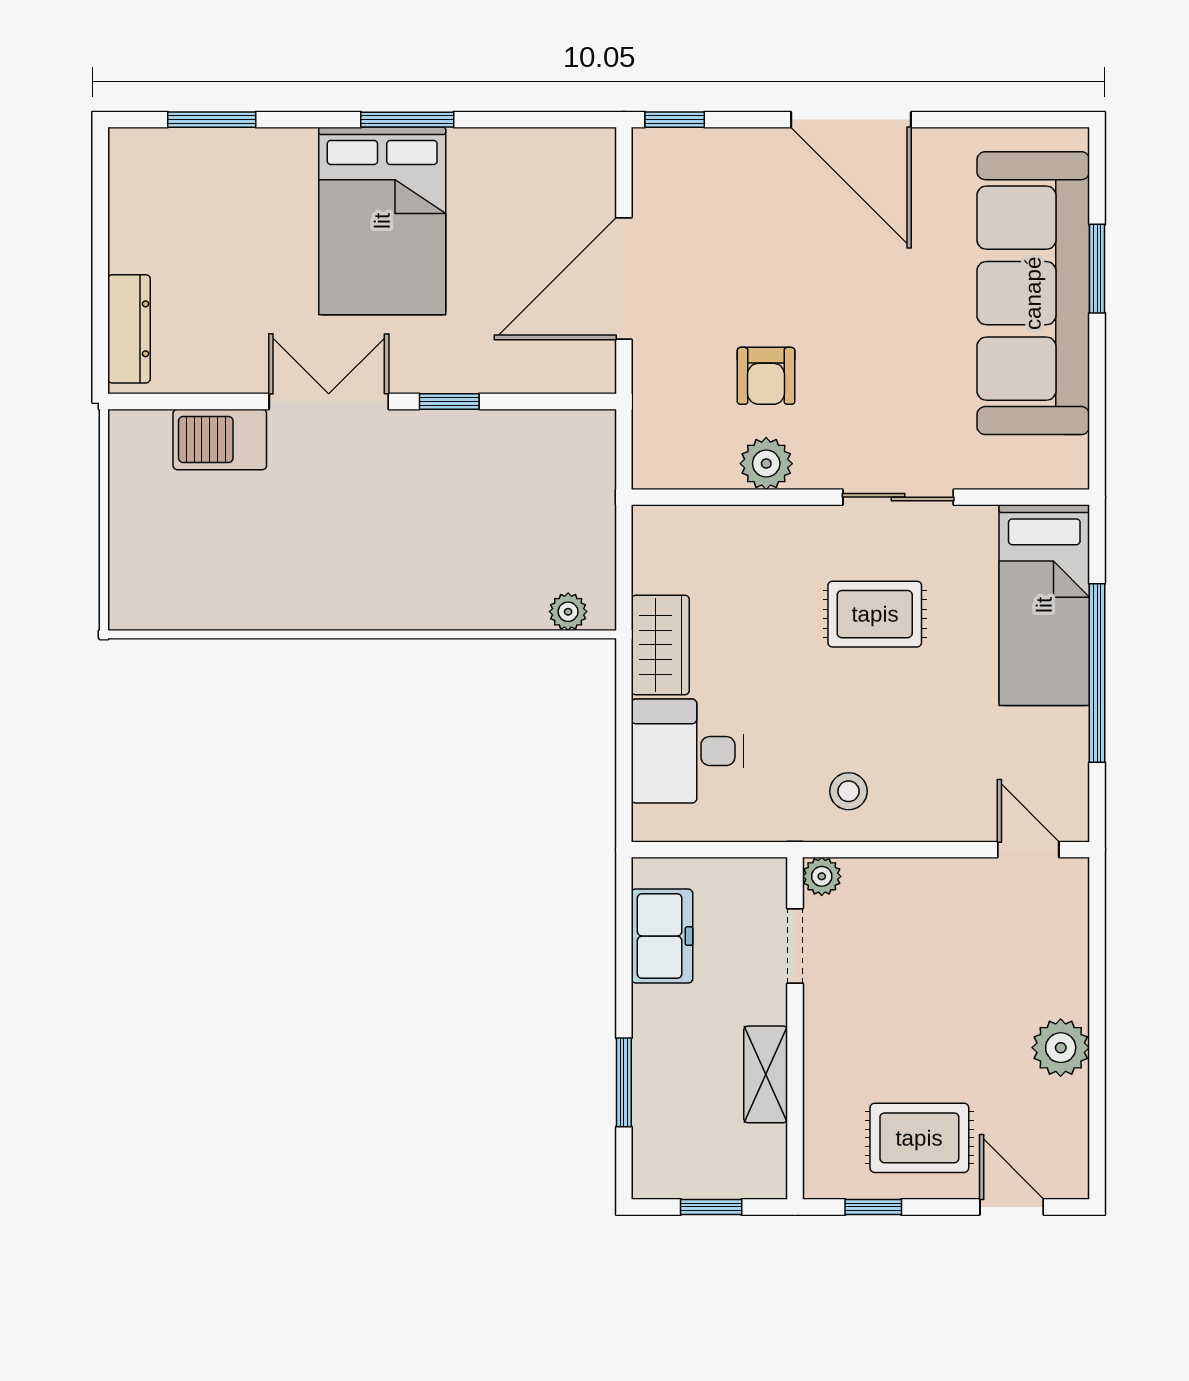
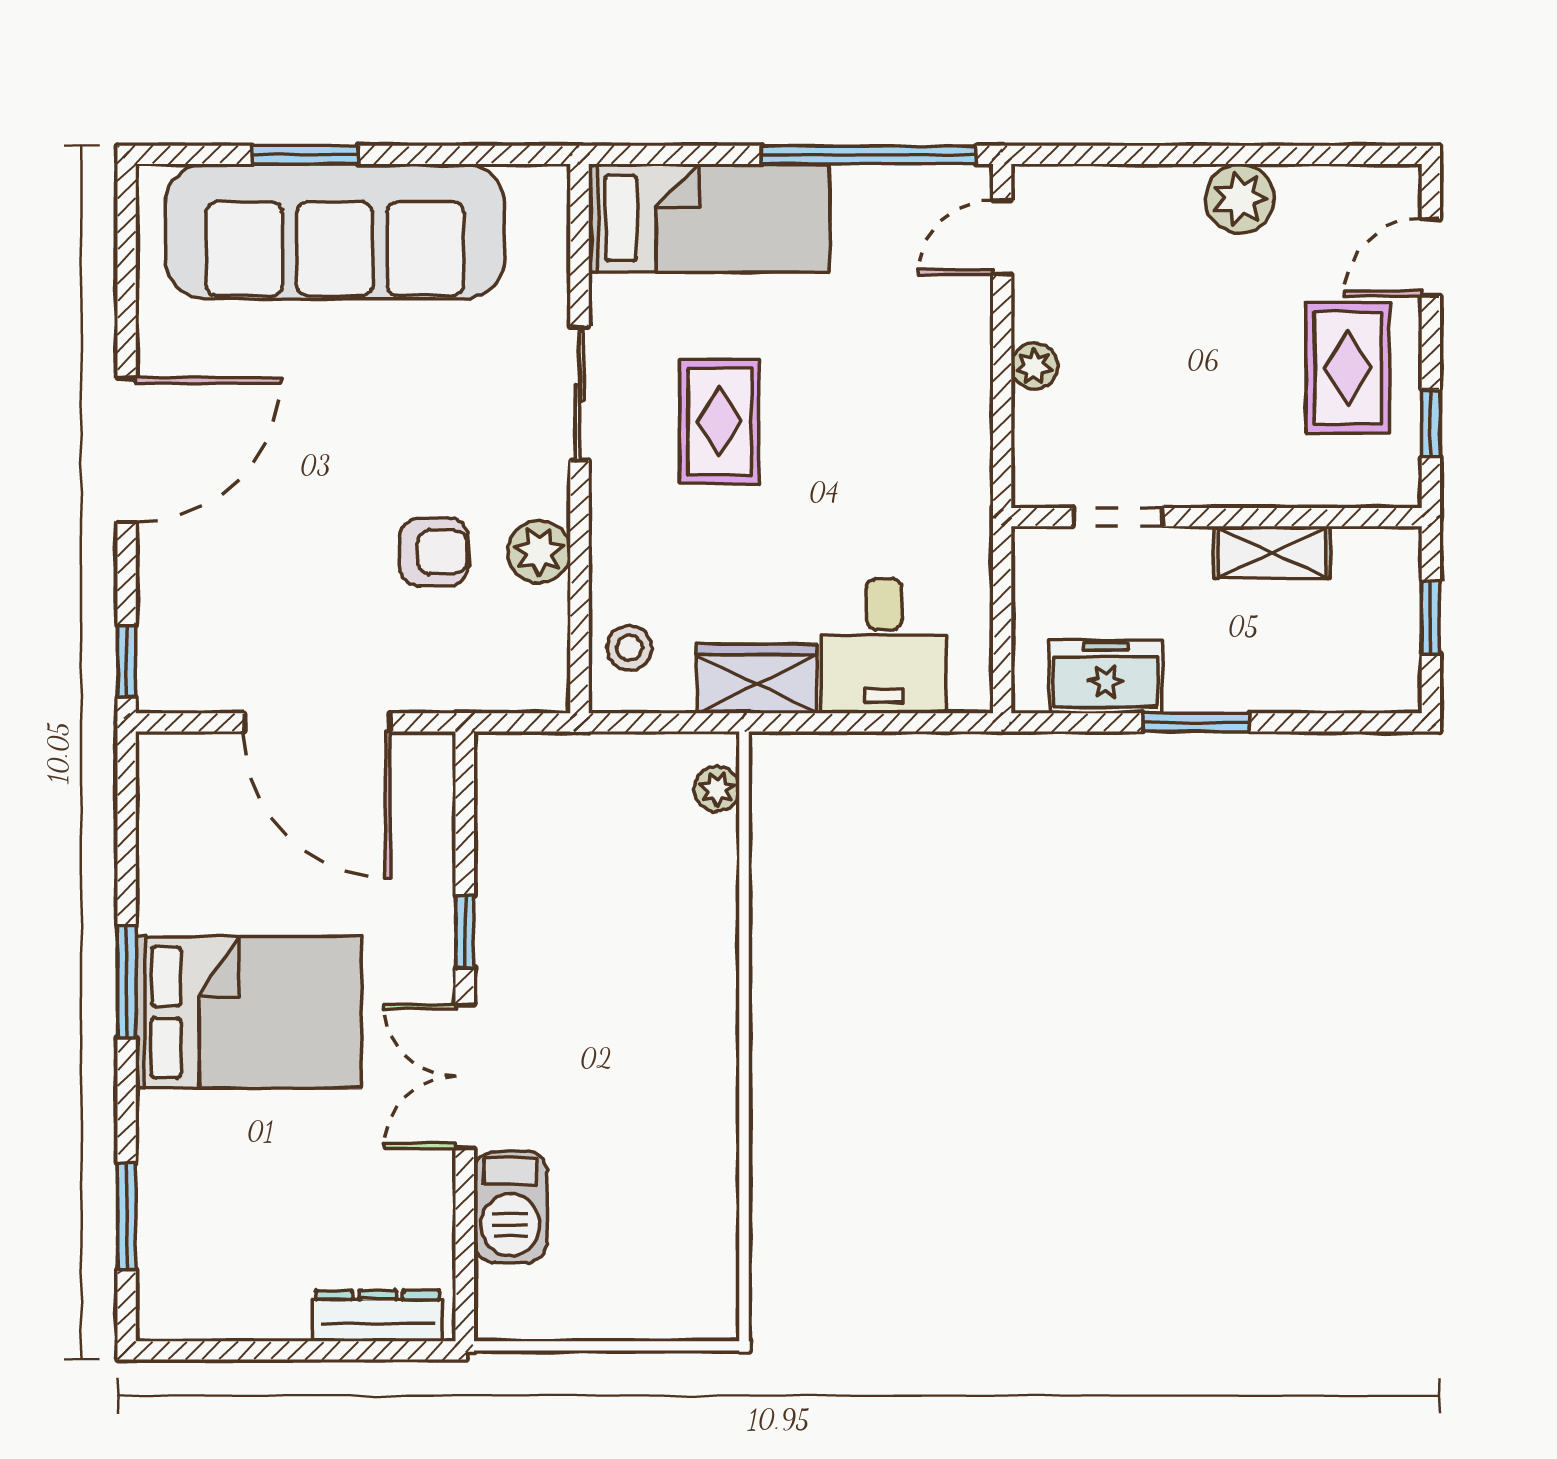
window: (1097, 673) -> (869, 155), moved
stool: (849, 791) -> (629, 648), moved
plant: (822, 876) -> (1034, 366), moved
window: (624, 1082) -> (1196, 722), moved

